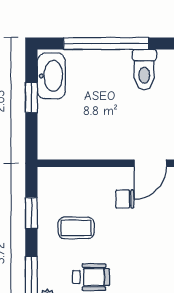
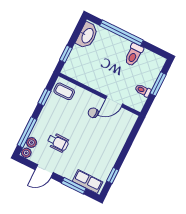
window: (31, 97) -> (66, 54), moved
coffee table: (76, 228) -> (64, 91), moved

